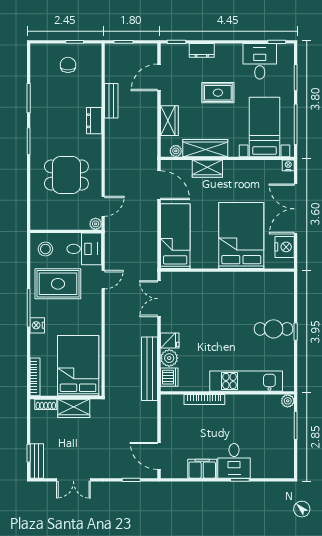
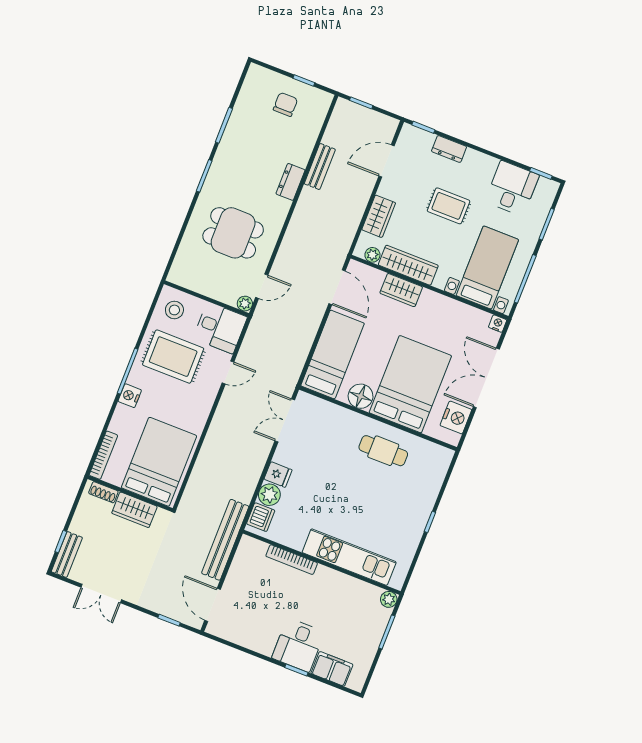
floor lamp: (208, 259) -> (361, 396), added
cafe table: (274, 329) -> (383, 451), moved
bench: (150, 369) -> (225, 540), moved
filing cabinet: (202, 469) -> (332, 669), moved

